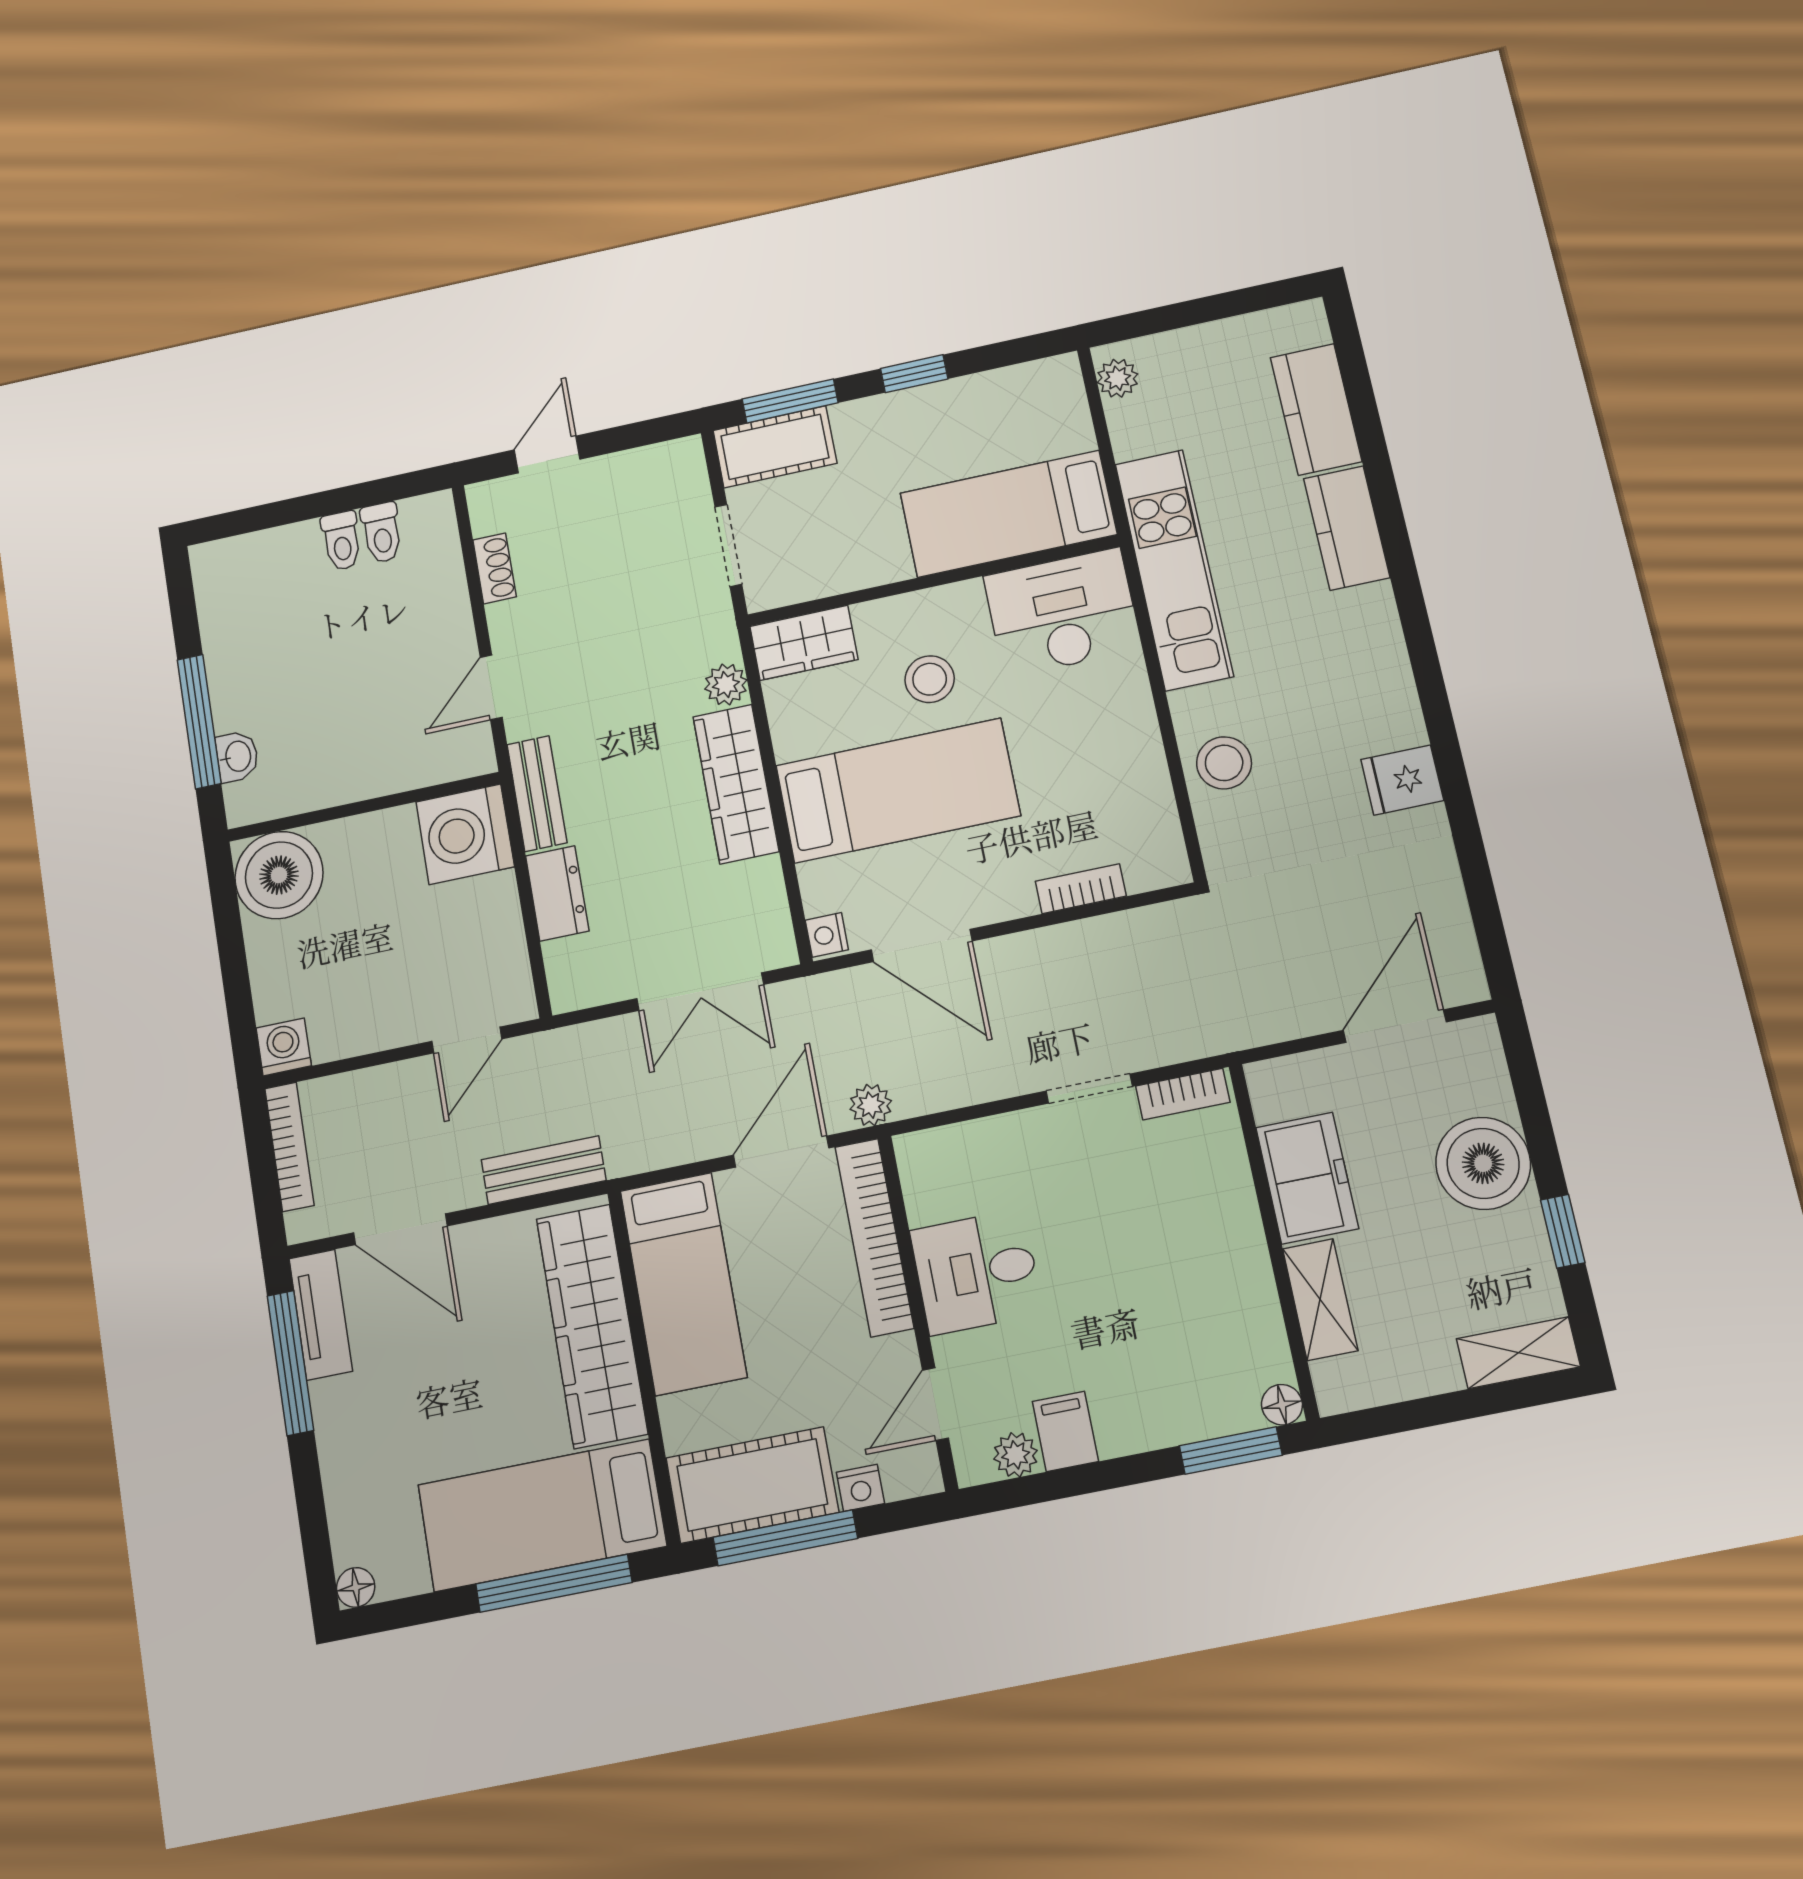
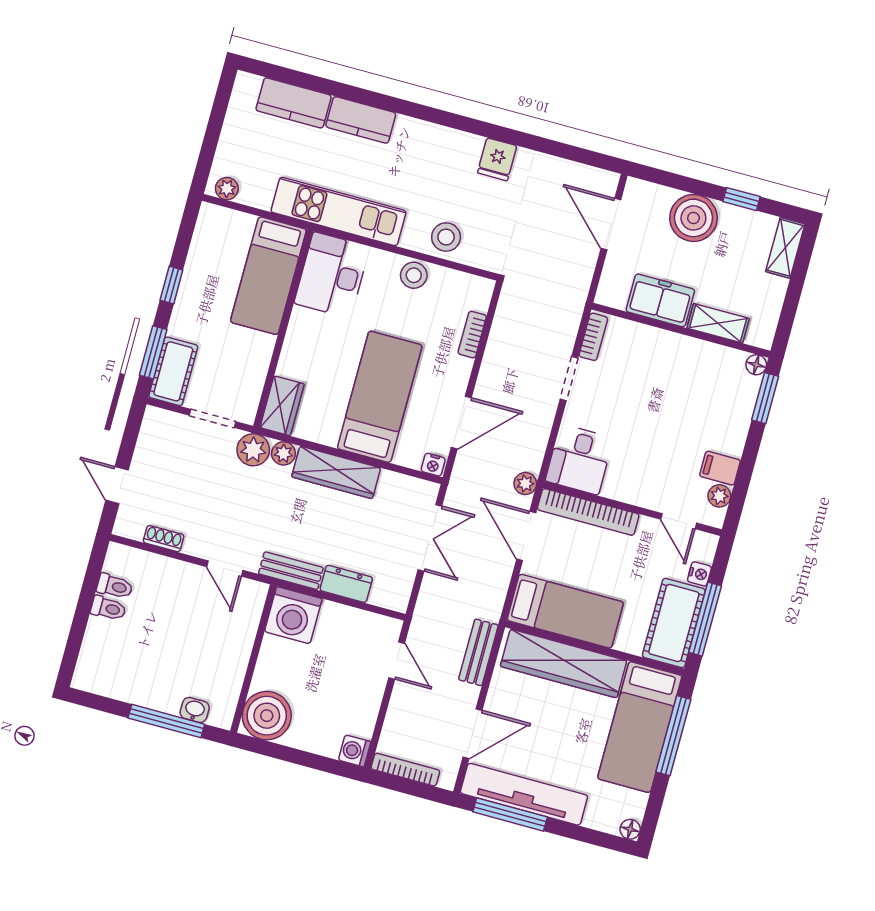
plant: (708, 634) -> (253, 450), added
stool: (930, 679) -> (414, 275), moved
desk: (976, 1272) -> (579, 460), moved
tv unit: (321, 1315) -> (524, 794), width x1.92, depth x1.29

